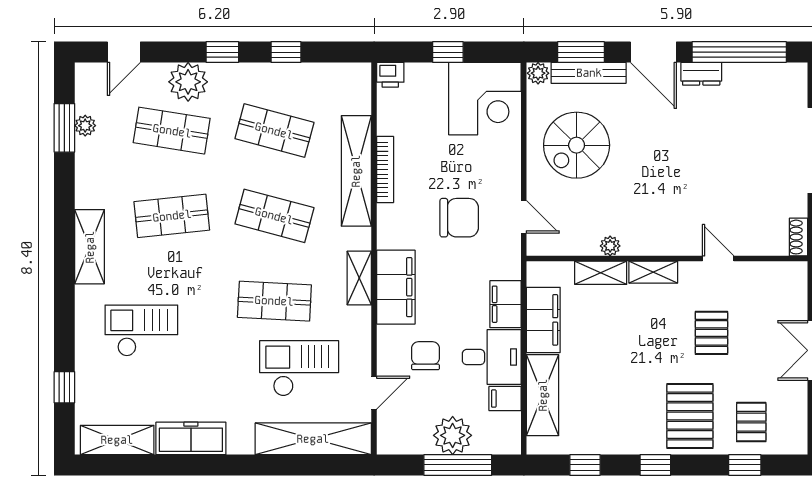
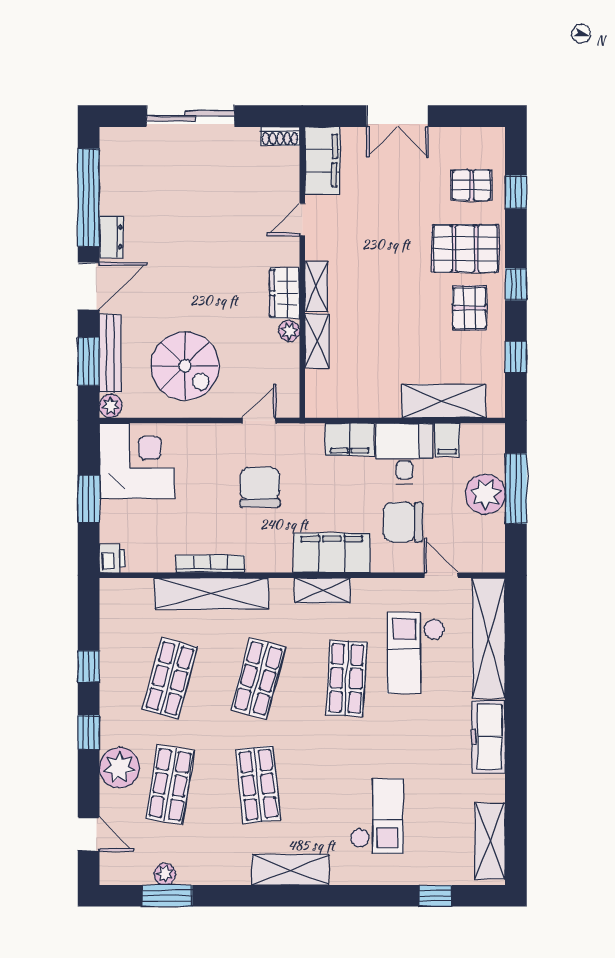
window: (448, 52) -> (89, 499), width x1.50
wardrobe: (647, 242) -> (285, 293), added
filing cabinet: (543, 320) -> (322, 161), moved, turned 90
checkout: (141, 331) -> (377, 816), turned 180
pallet: (711, 333) -> (469, 308), moved, turned 90
chair: (425, 356) -> (403, 522), width x1.37, depth x1.37
freezer: (191, 438) -> (488, 737), moved

